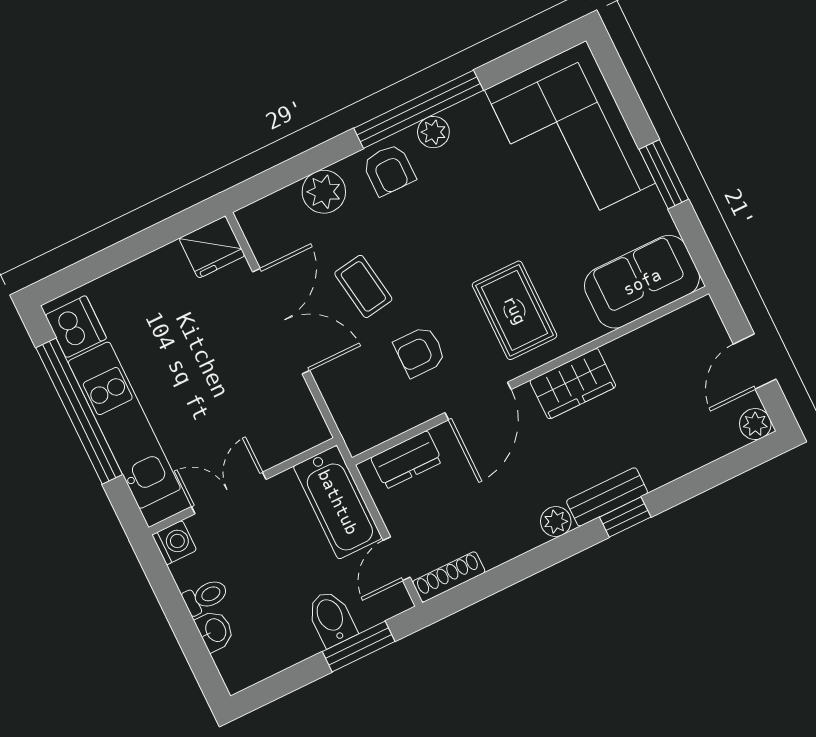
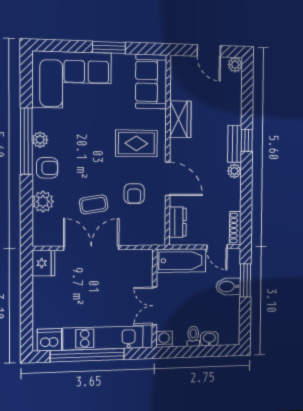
wardrobe: (573, 384) -> (180, 119), moved

